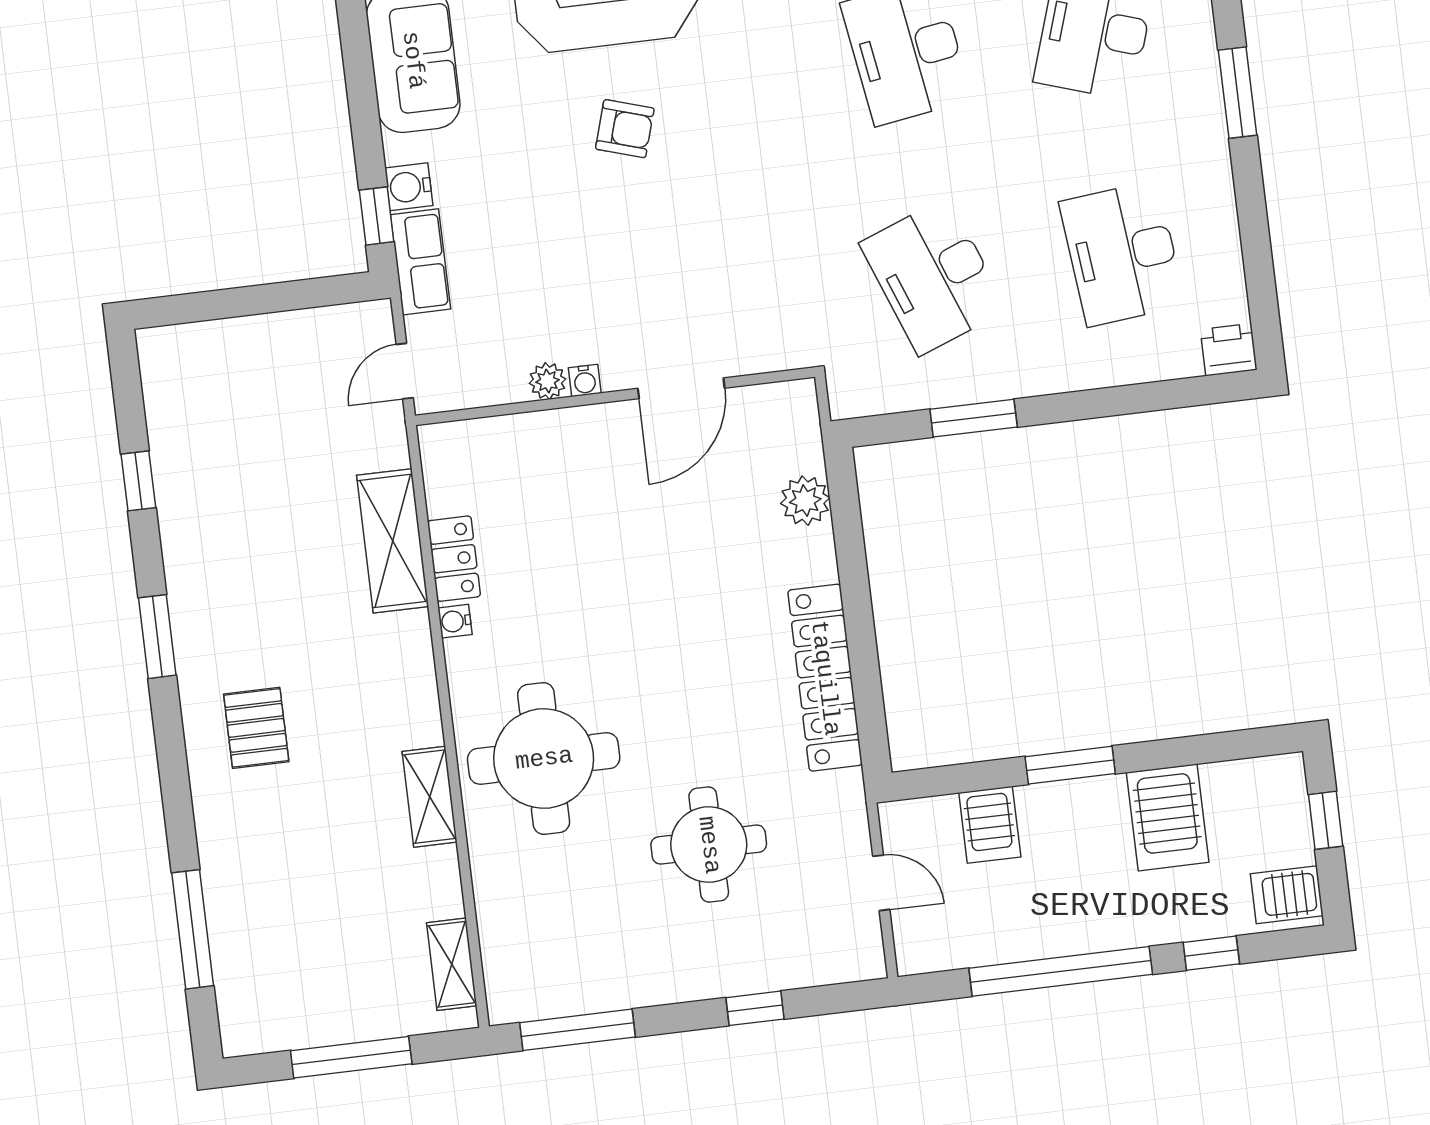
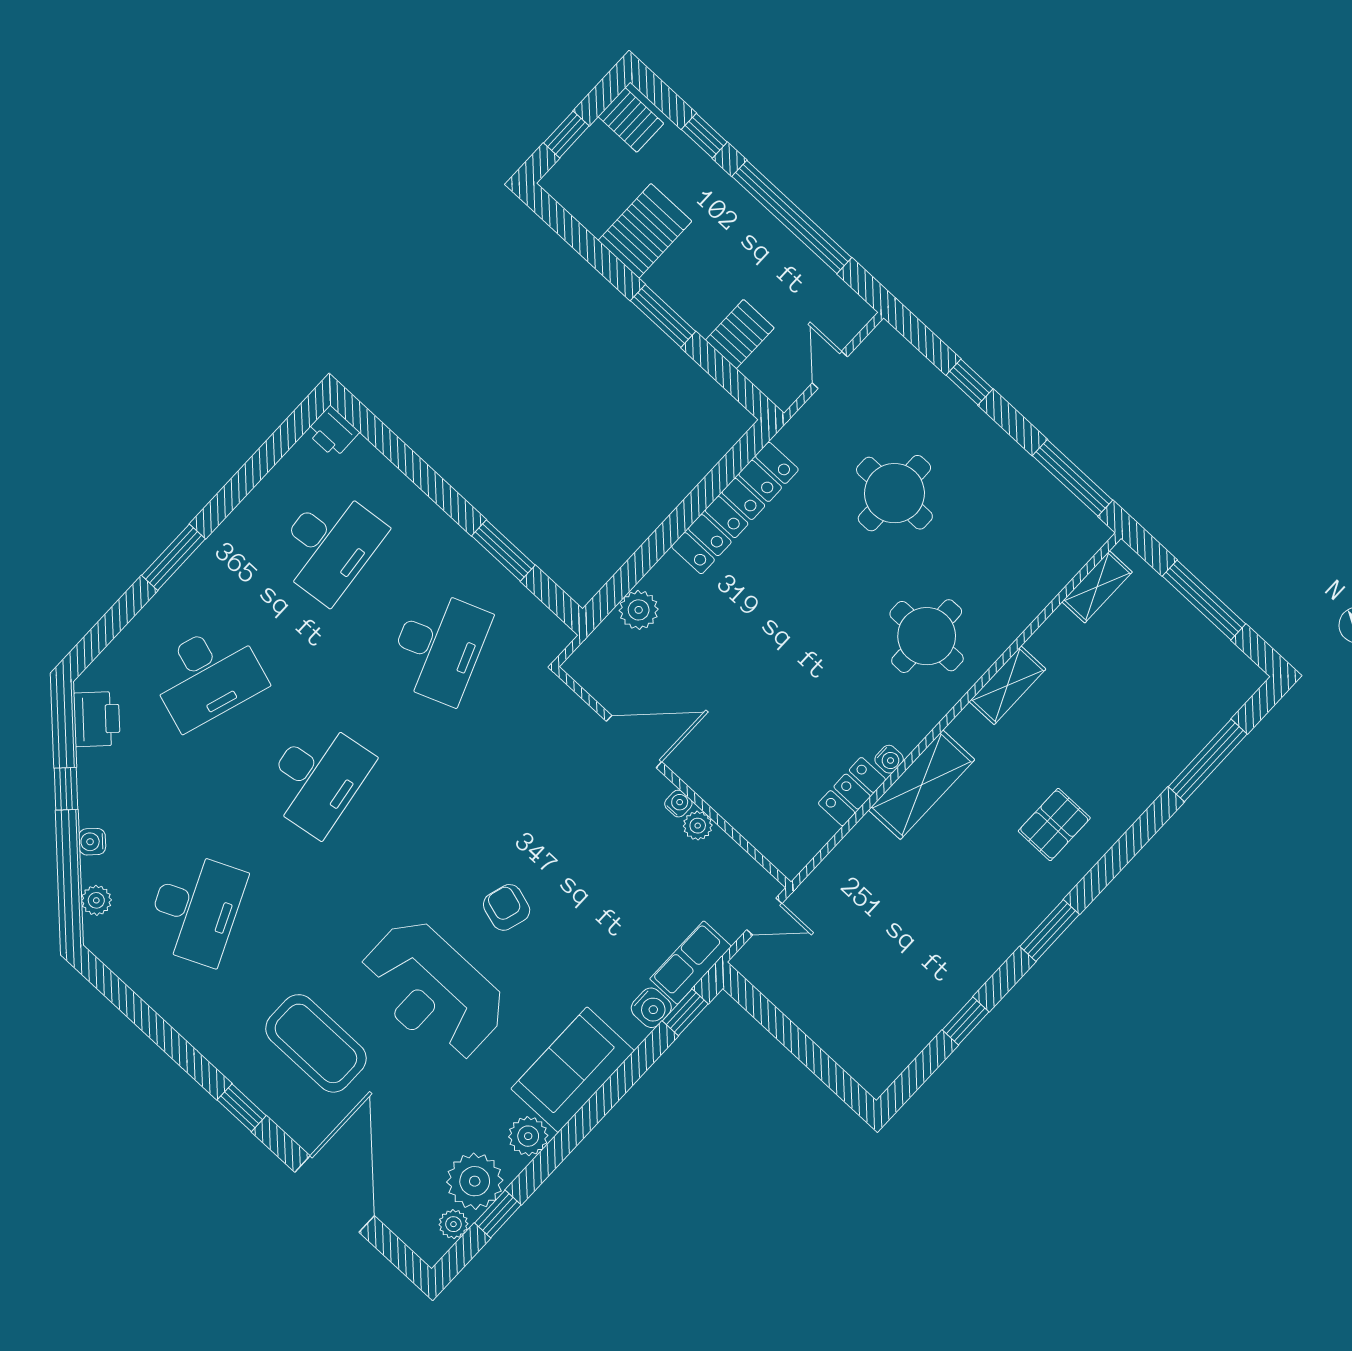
shelving: (393, 541) -> (922, 785), moved
round table: (544, 759) -> (927, 636), width x0.73, depth x0.73

